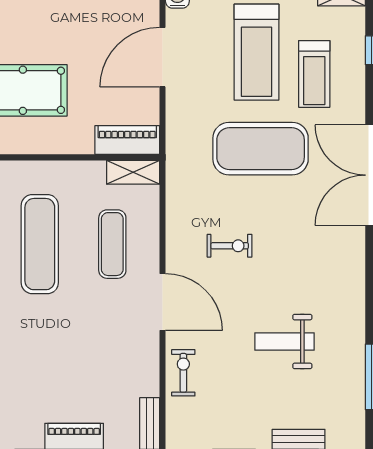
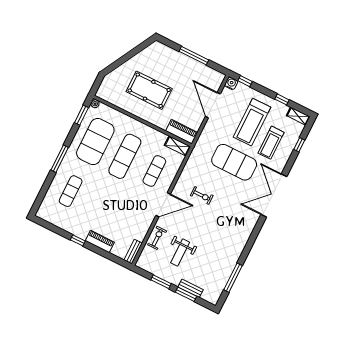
door: (163, 57) -> (213, 105), hinge flipped
door: (163, 302) -> (163, 205), hinge flipped
weight bench: (284, 341) -> (180, 253), moved, turned -90

